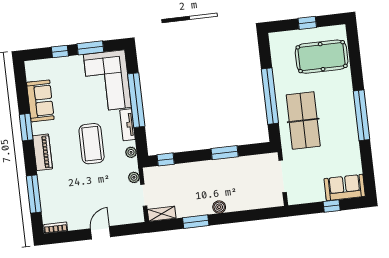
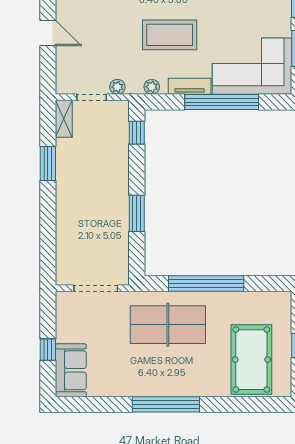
boiler: (219, 207) -> (64, 198), removed

